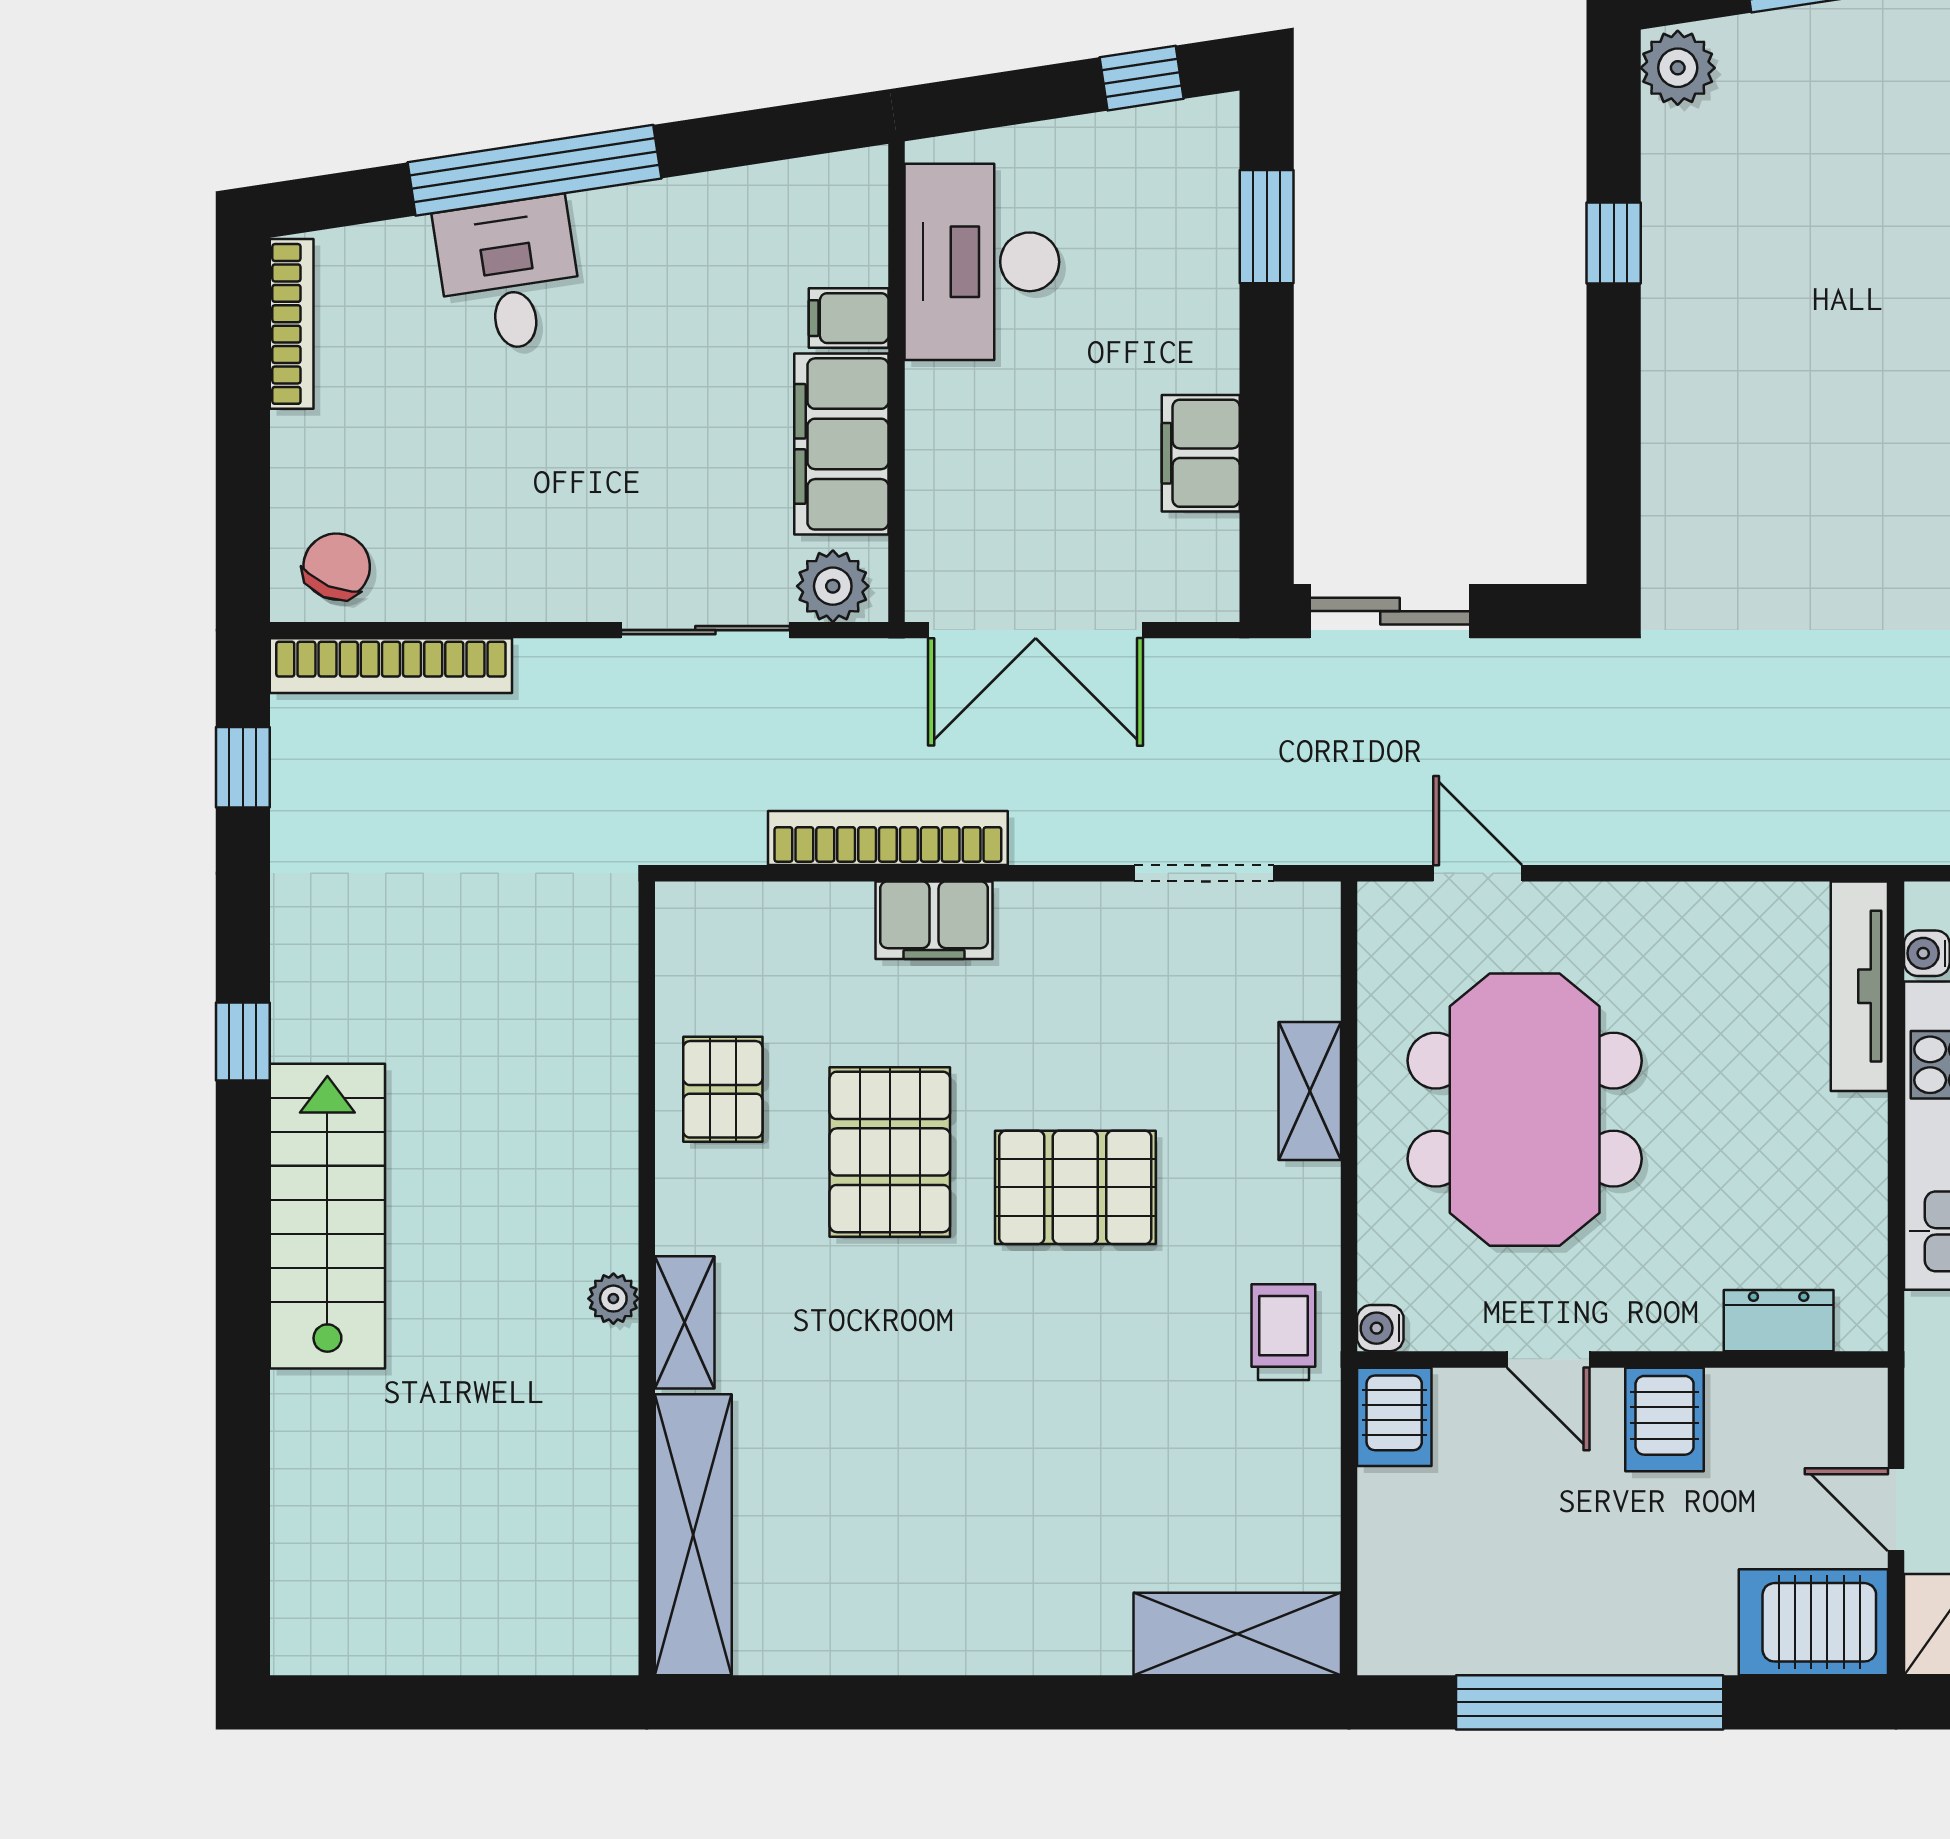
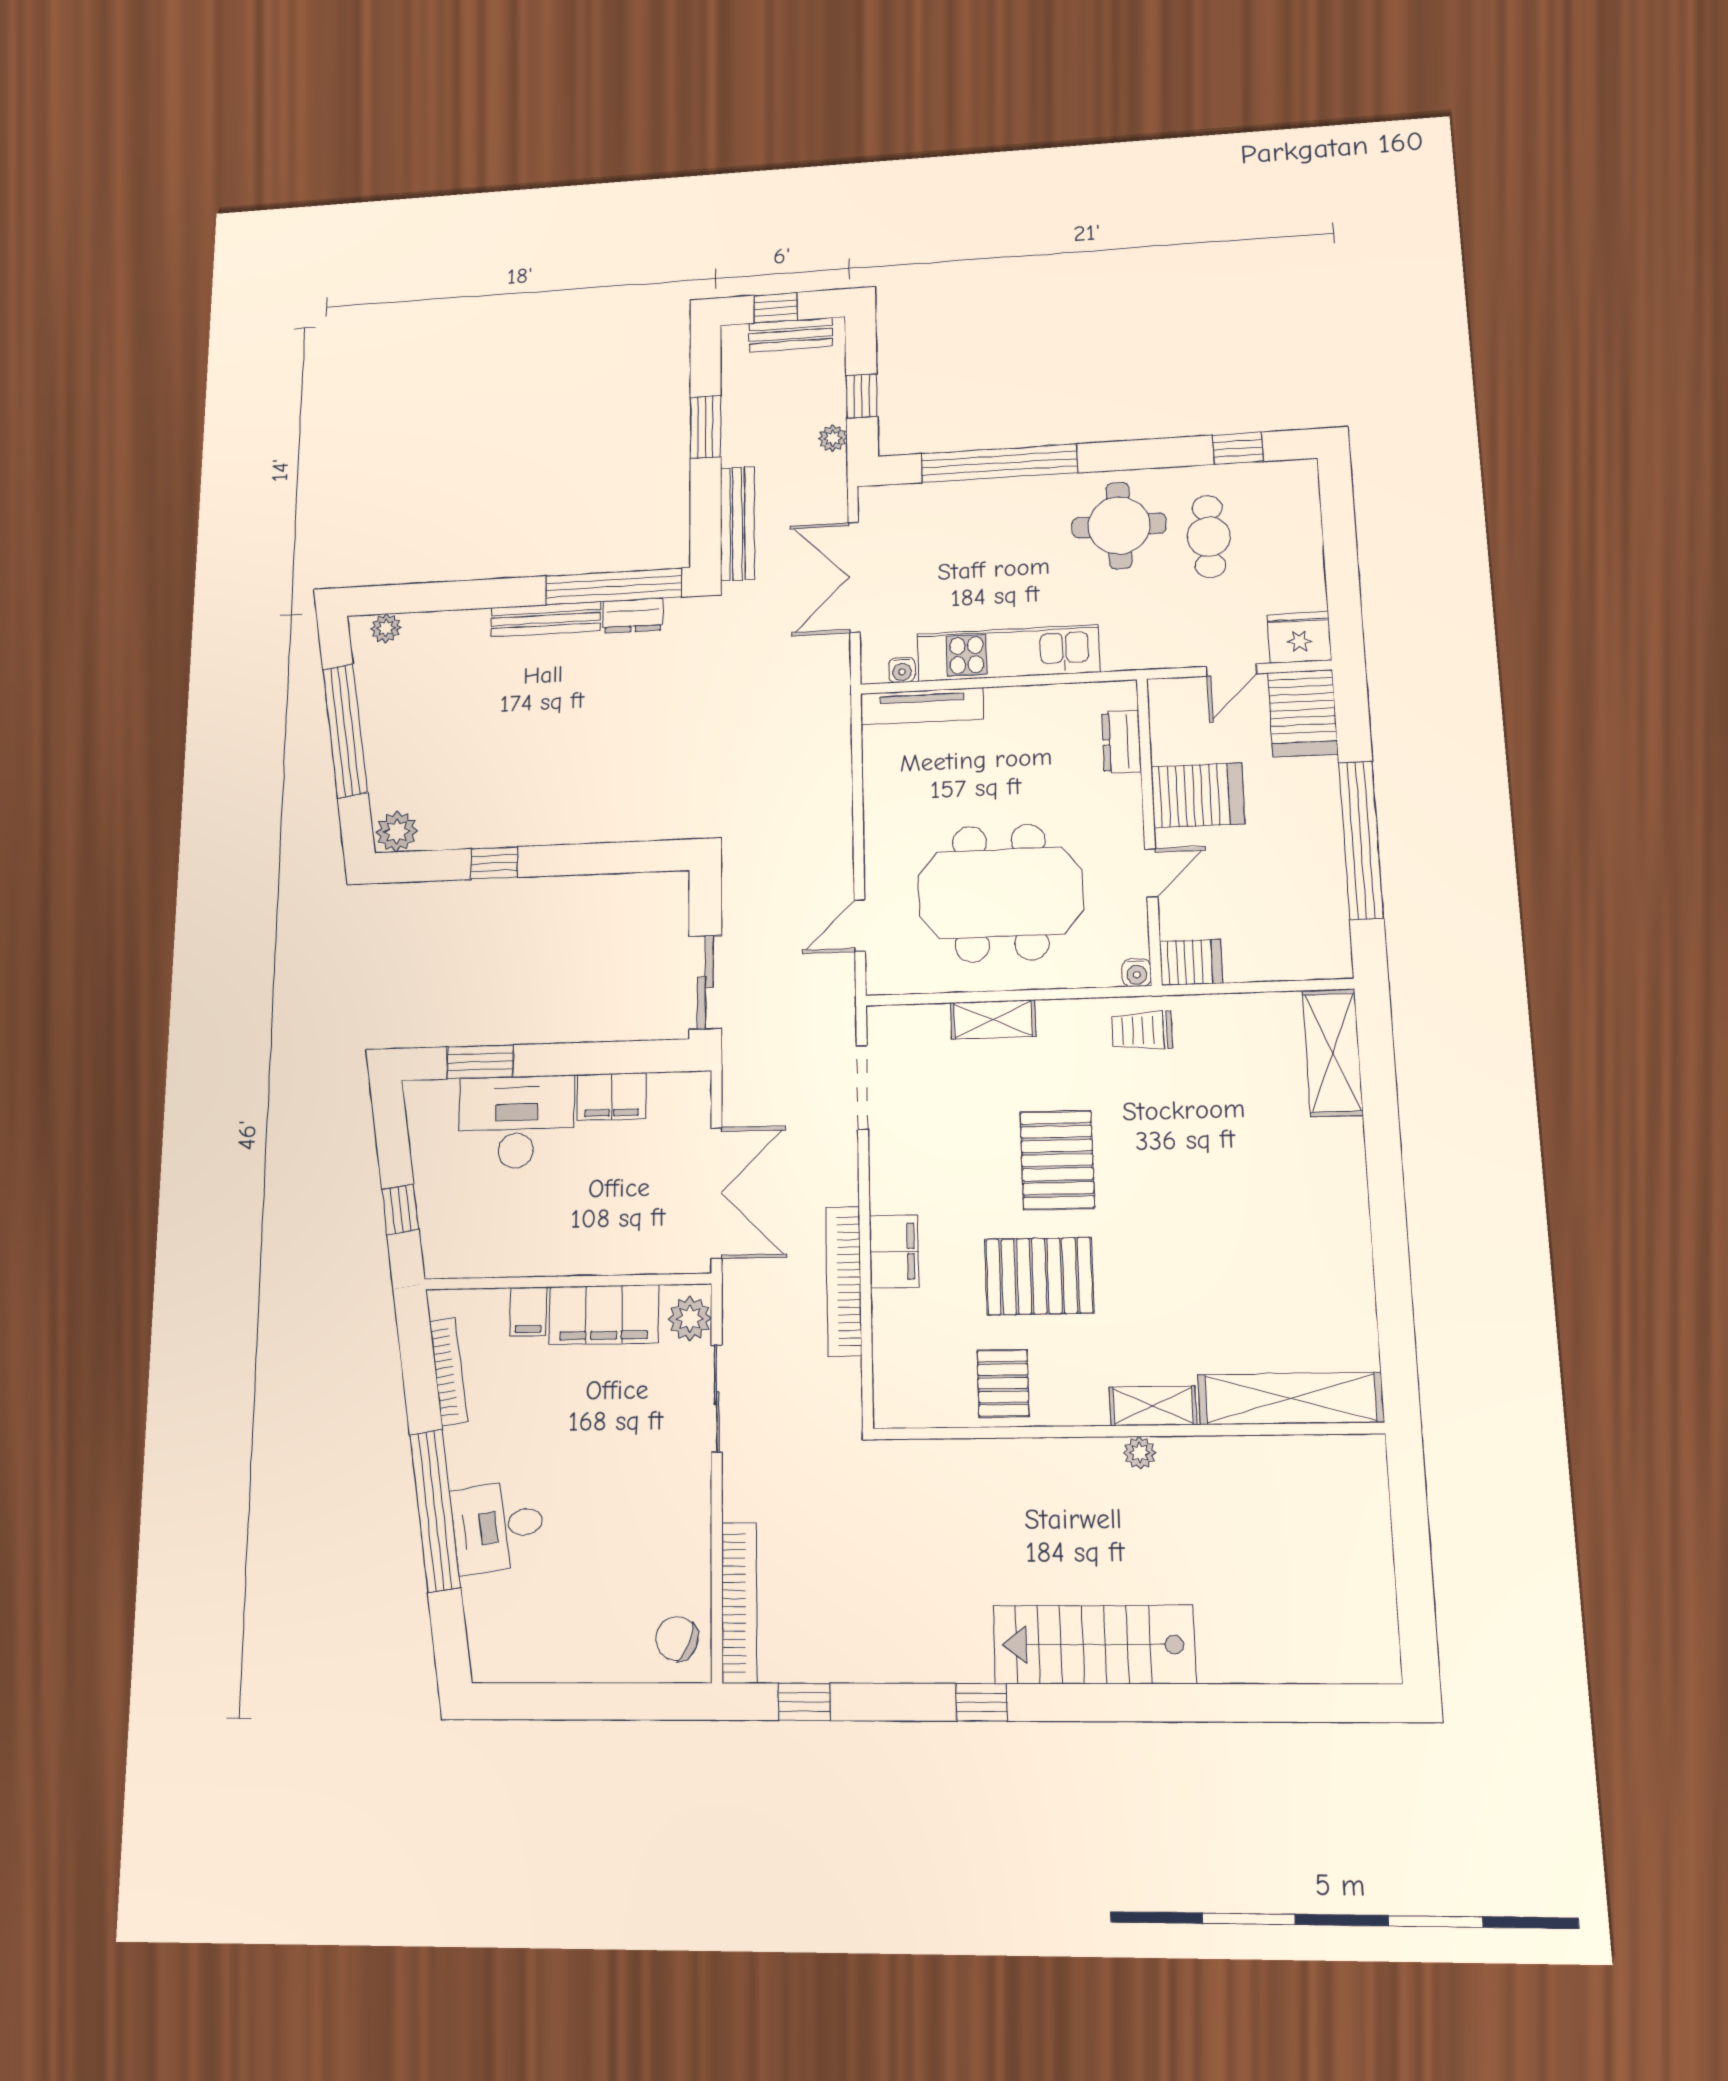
window: (1142, 78) -> (400, 1209), moved
desk: (982, 262) -> (516, 1122), moved, turned 180
bookcase: (292, 324) -> (448, 1371), moved, turned 81
pallet: (723, 1089) -> (1003, 1383), turned 90
server rack: (1665, 1419) -> (1198, 795), width x1.36, depth x1.44

